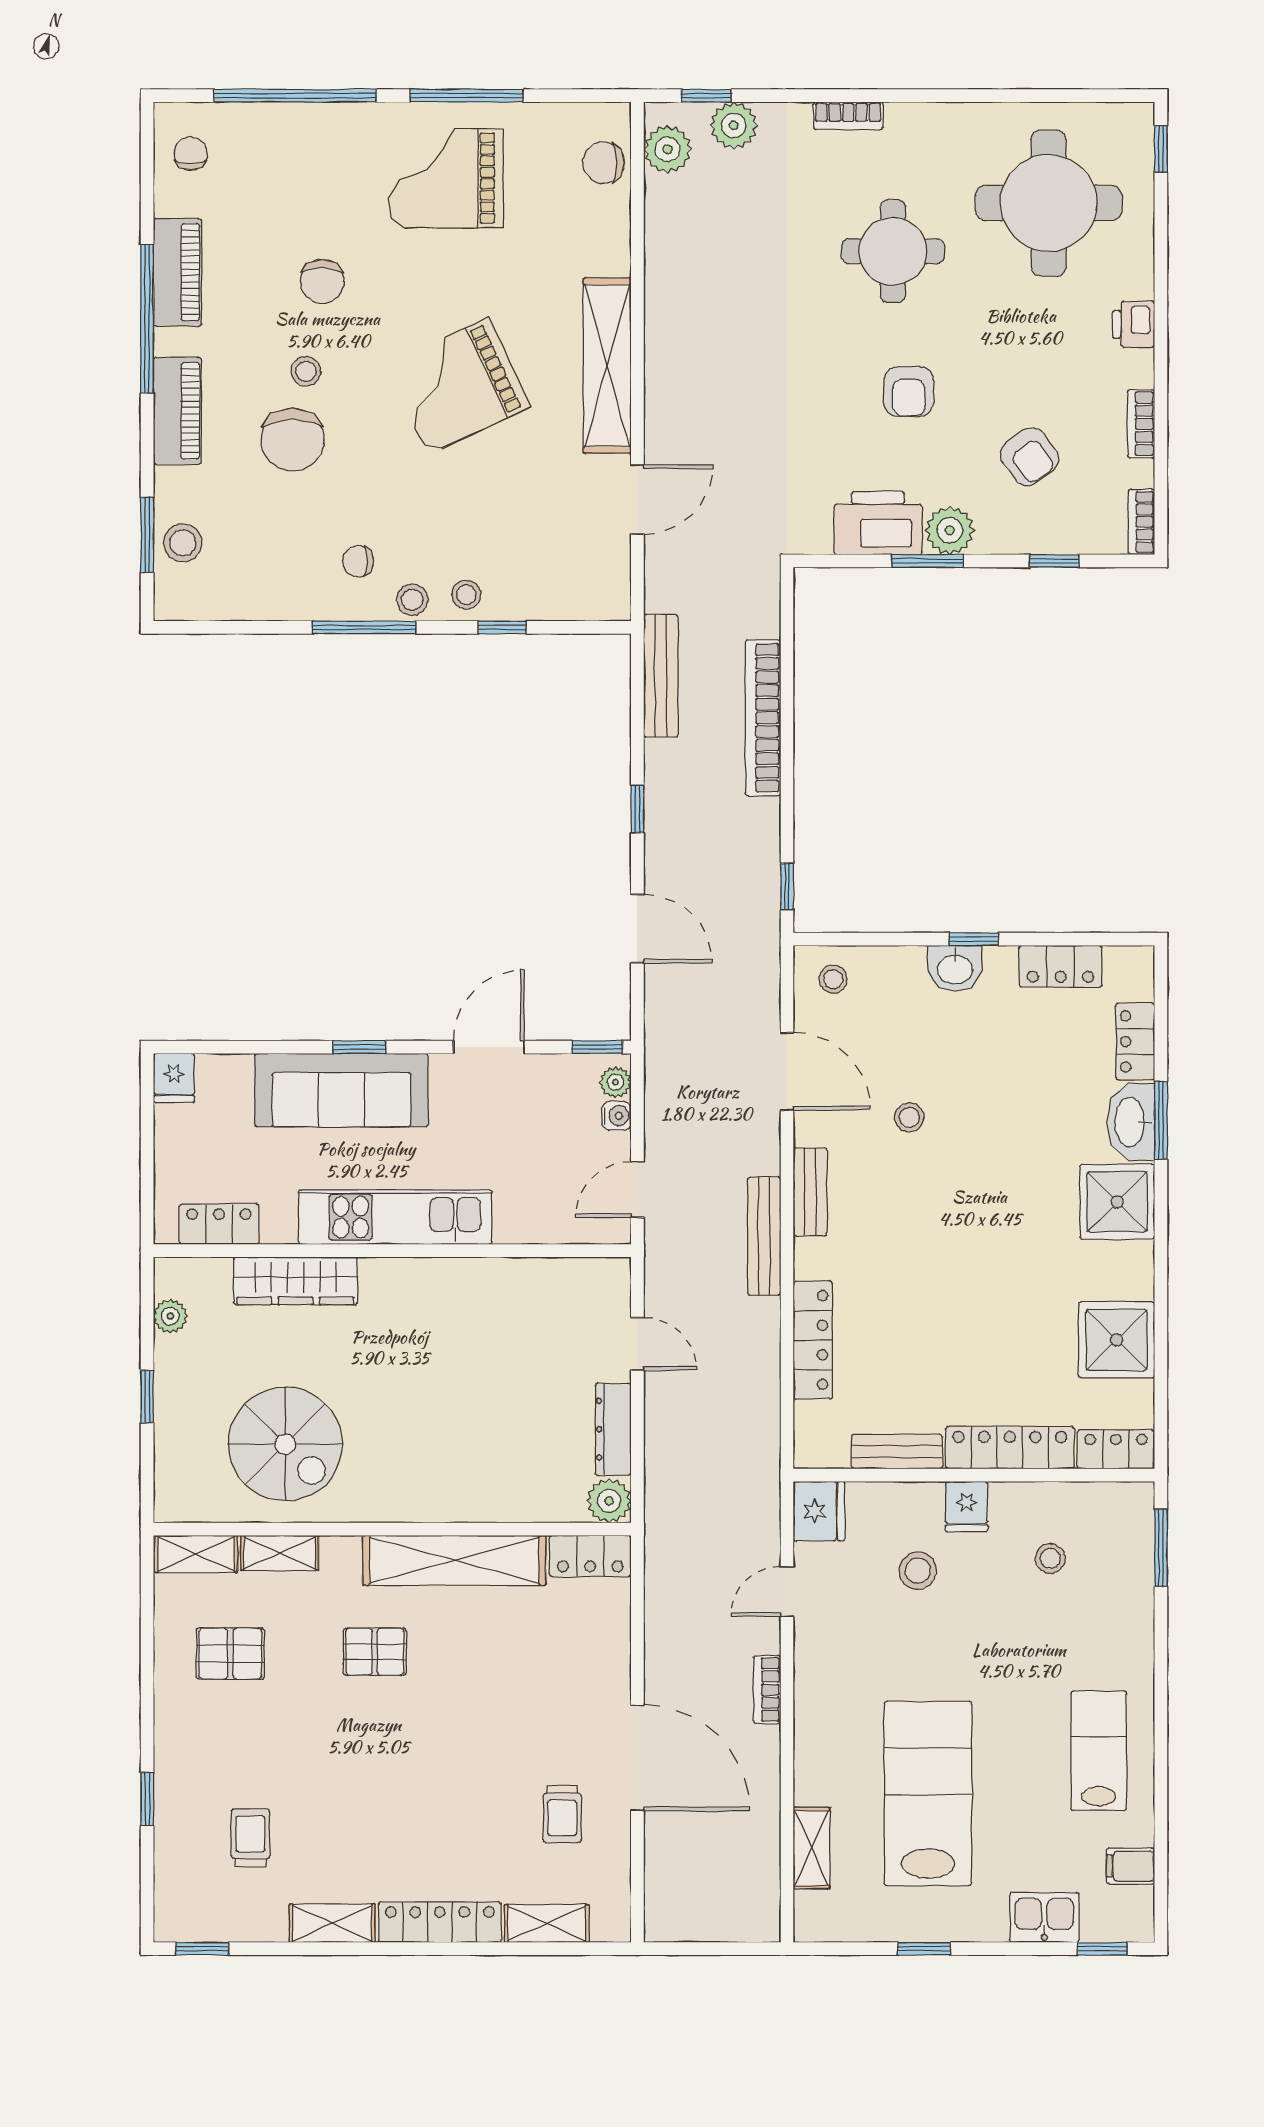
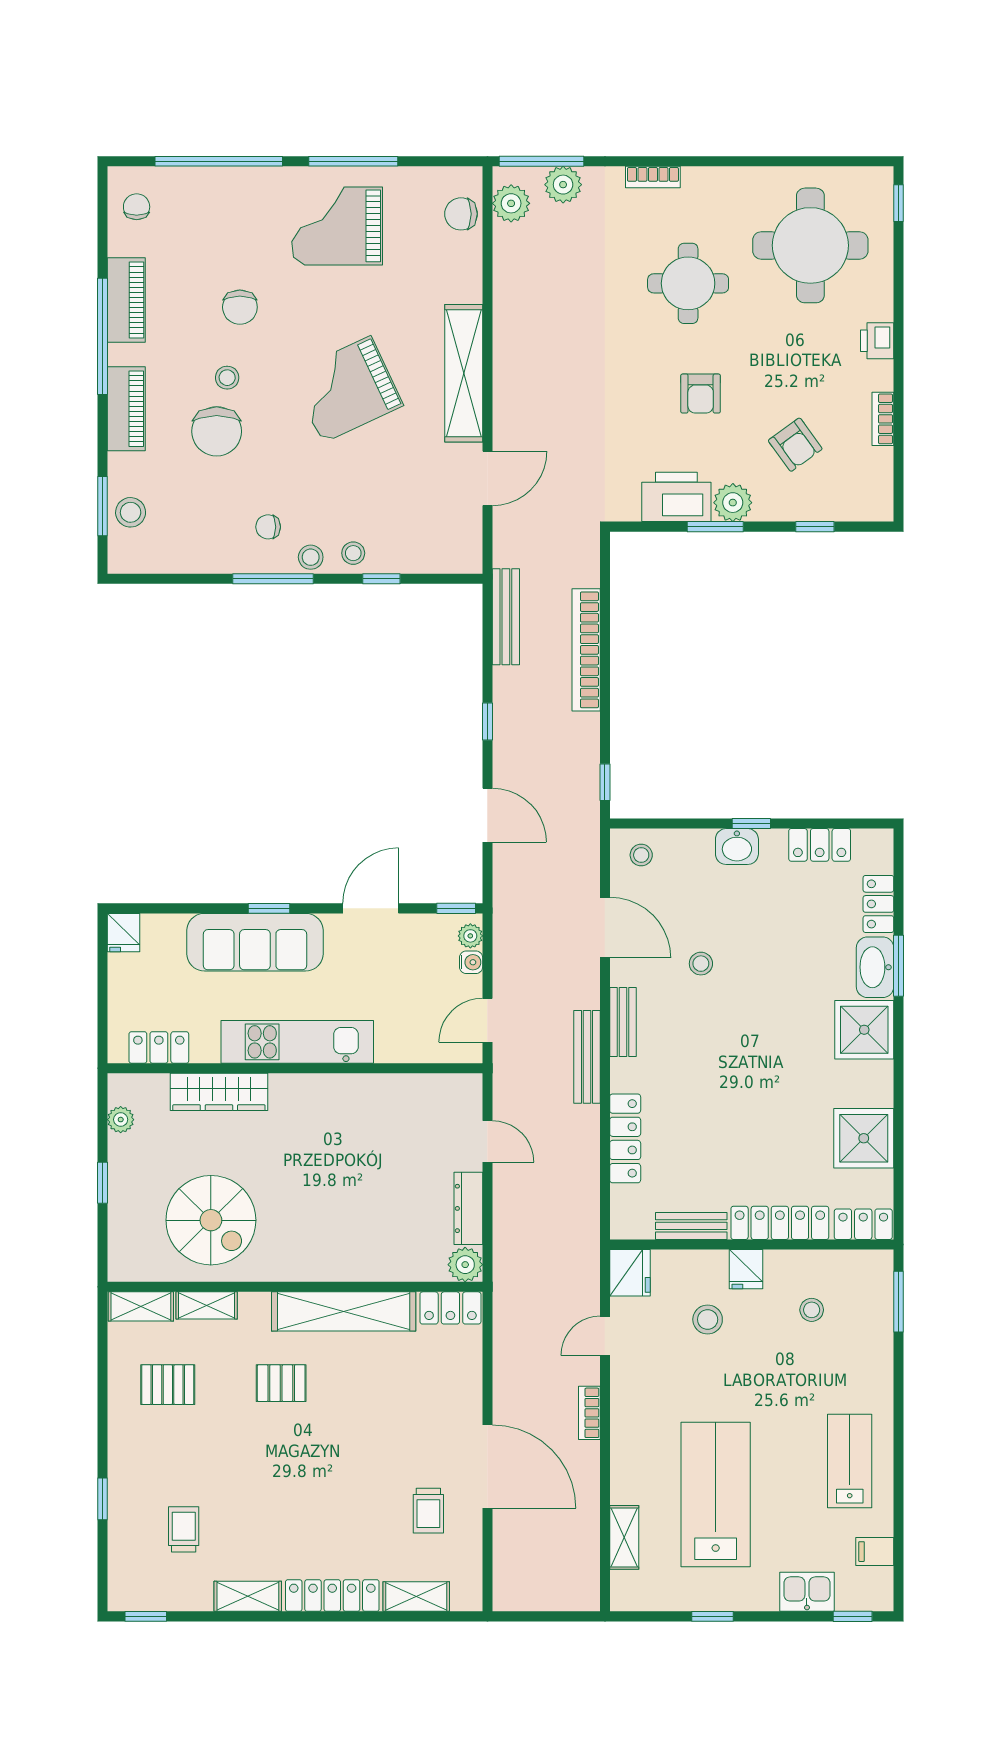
window: (706, 96) -> (541, 161), width x2.17
bookcase: (1142, 522) -> (883, 496), removed

